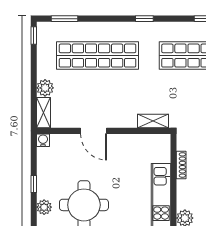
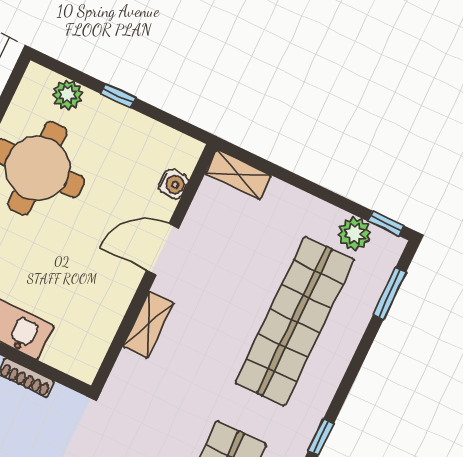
plant: (45, 88) -> (355, 234), moved
shelving: (153, 121) -> (148, 325), moved
water cooler: (43, 140) -> (173, 184), moved

